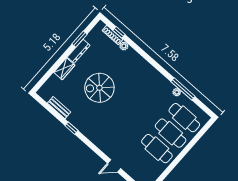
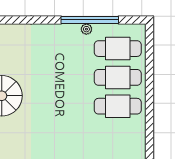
window: (183, 89) -> (90, 20), width x1.46

